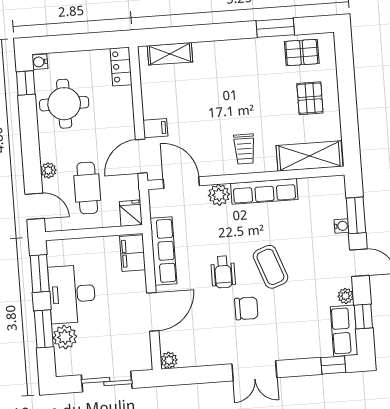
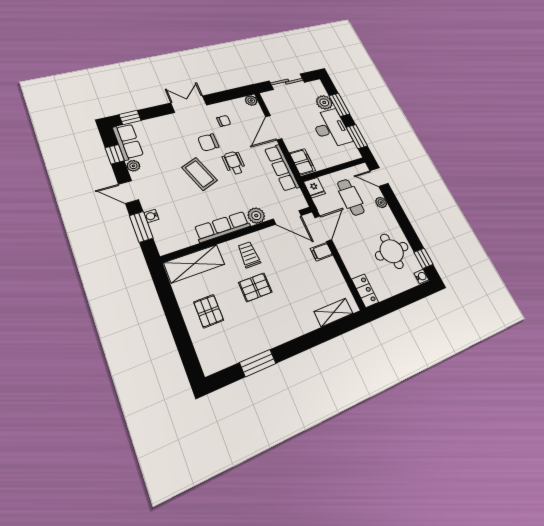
pallet: (302, 52) -> (255, 287), moved
chair: (217, 336) -> (224, 121), added

